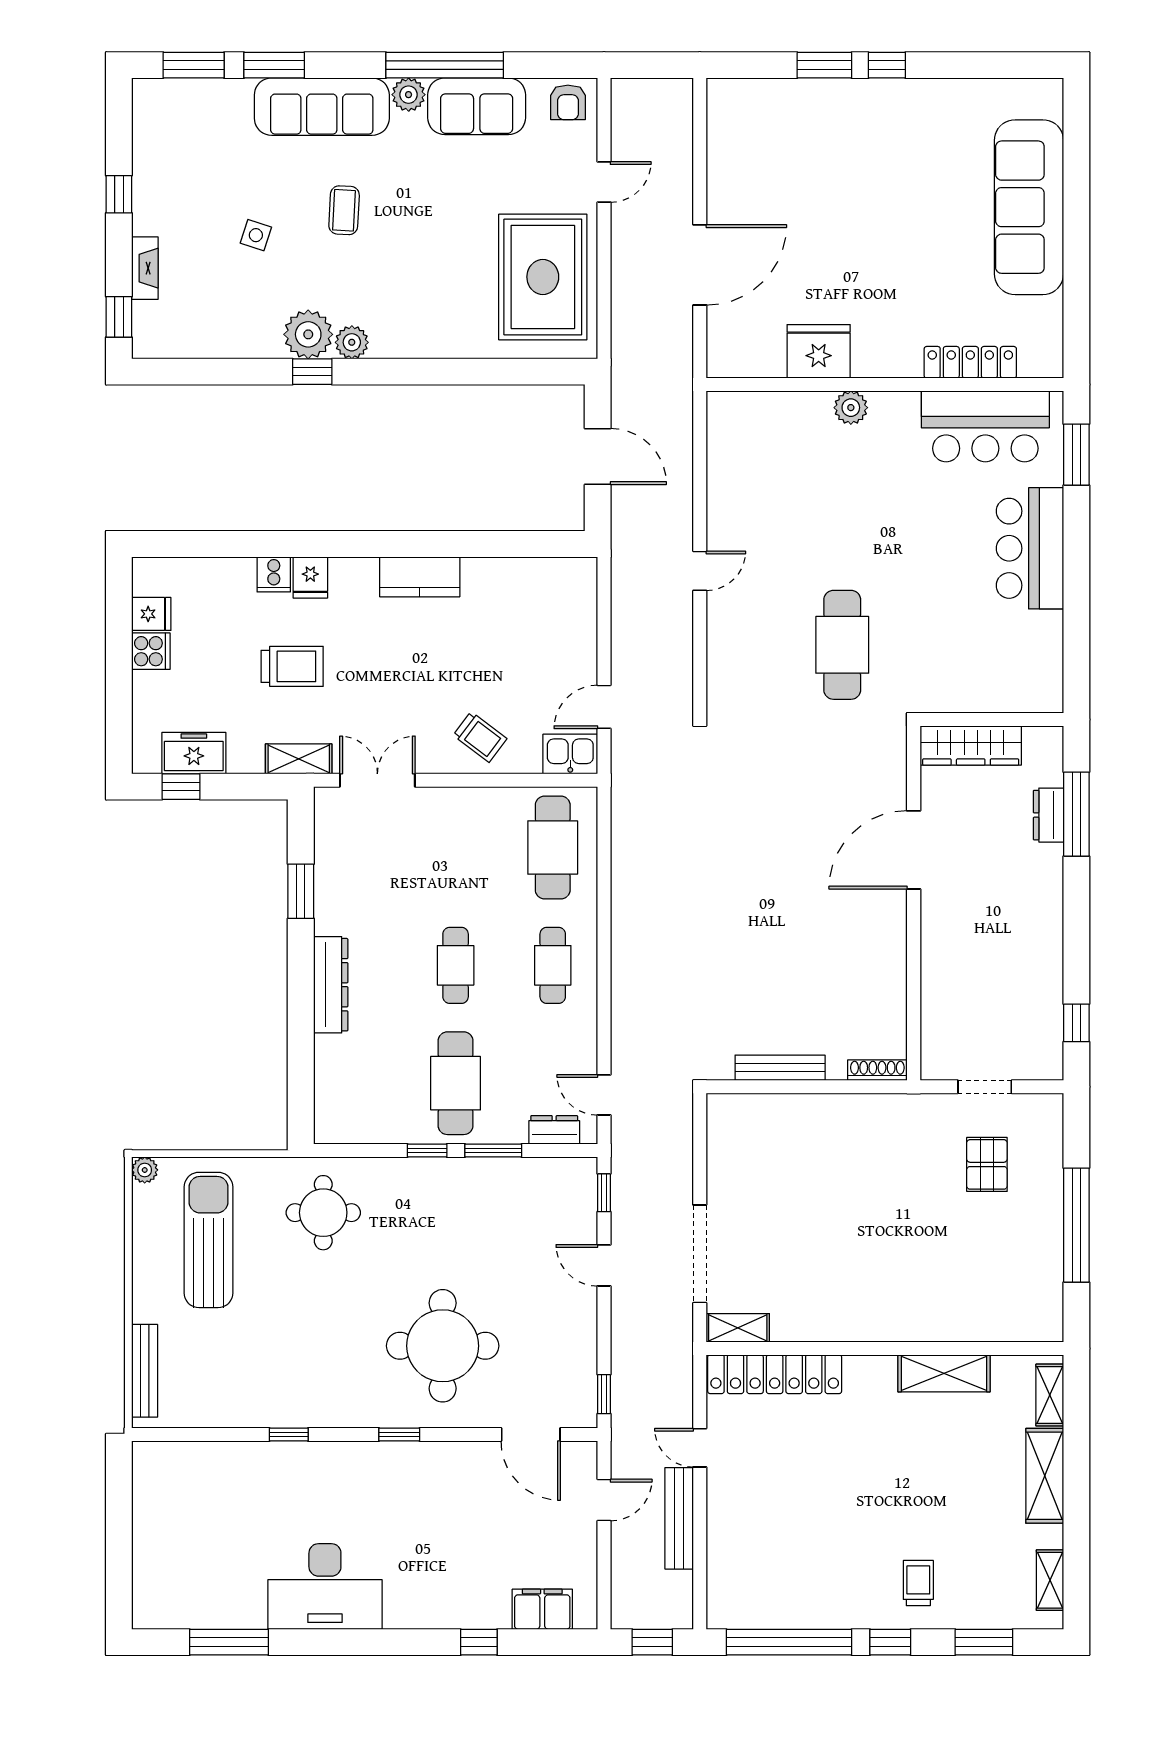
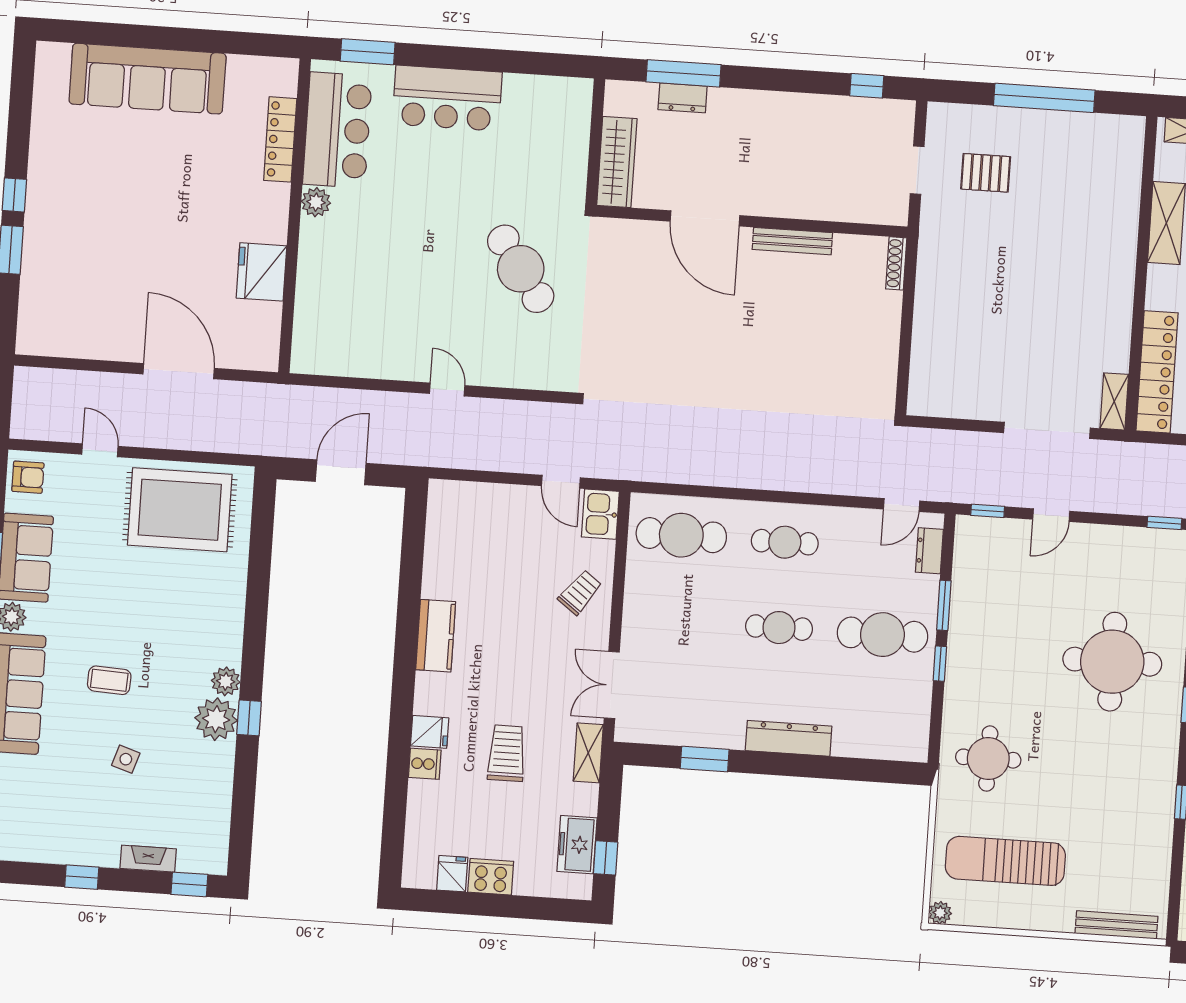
plant: (851, 408) -> (316, 202), moved
cafe table: (842, 645) -> (521, 269), turned 55
cooker: (151, 651) -> (491, 877), width x1.36
bench: (780, 1068) -> (792, 241), moved, turned 90

